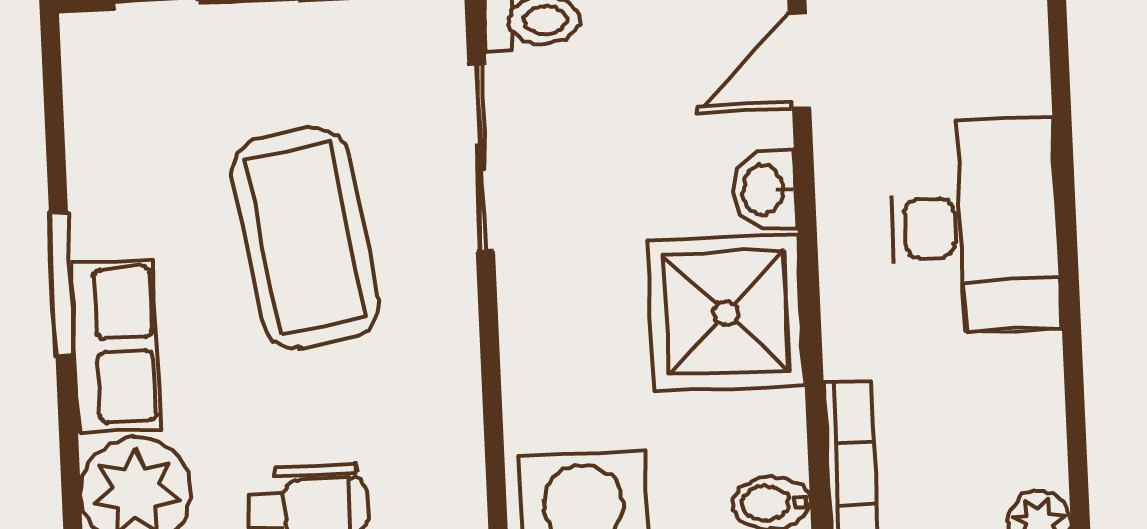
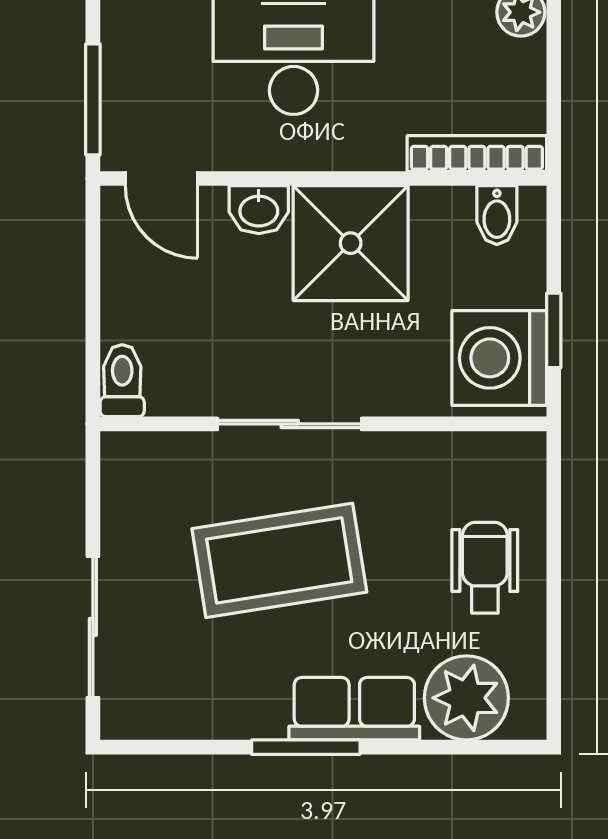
sliding door: (481, 157) -> (290, 424), moved

